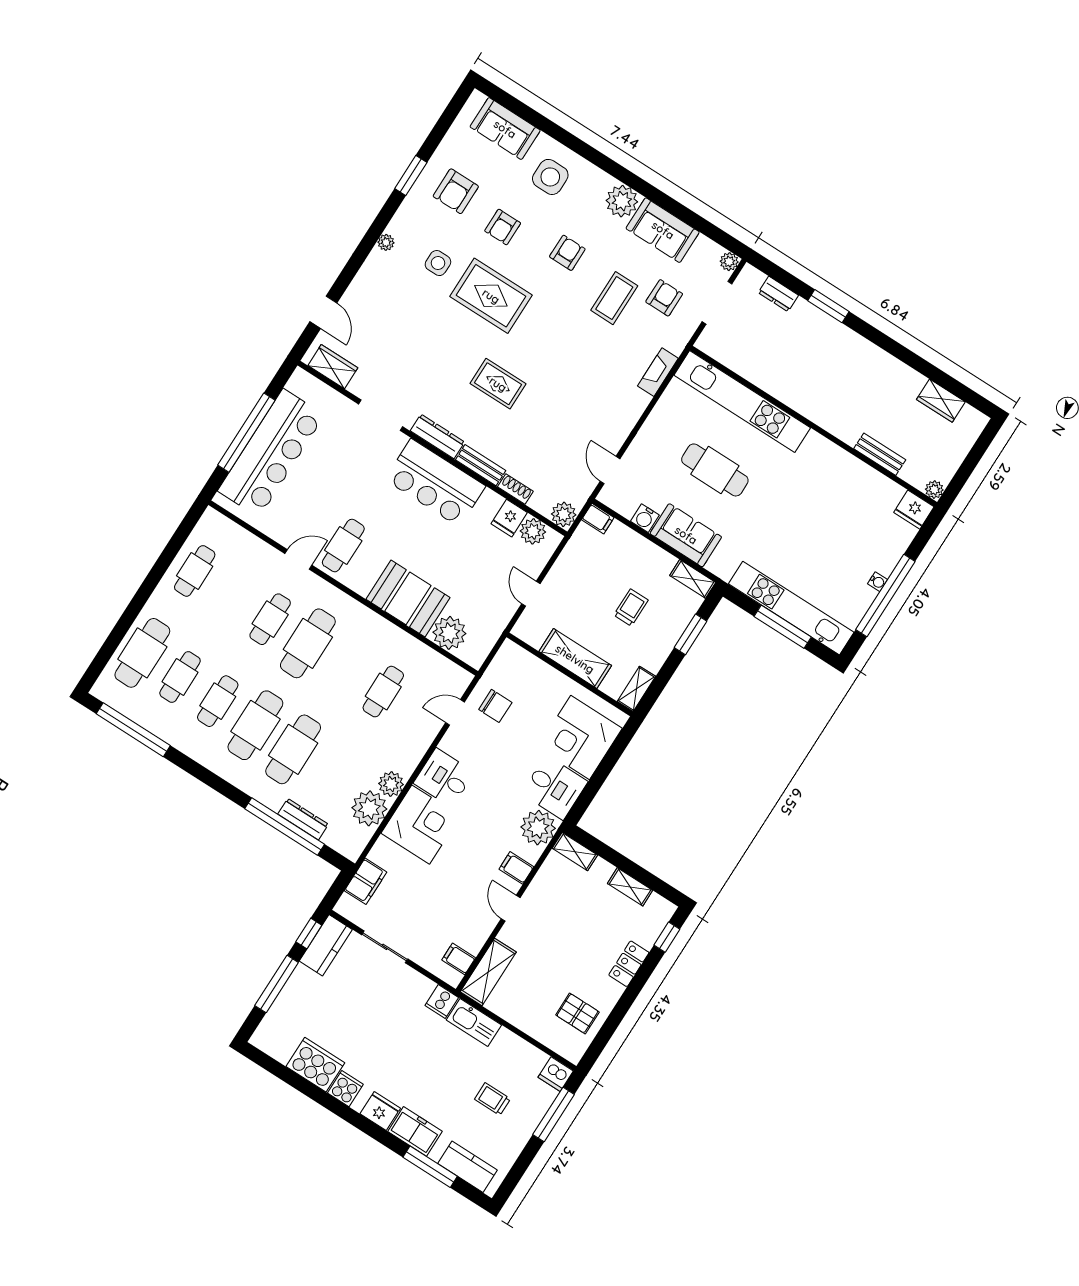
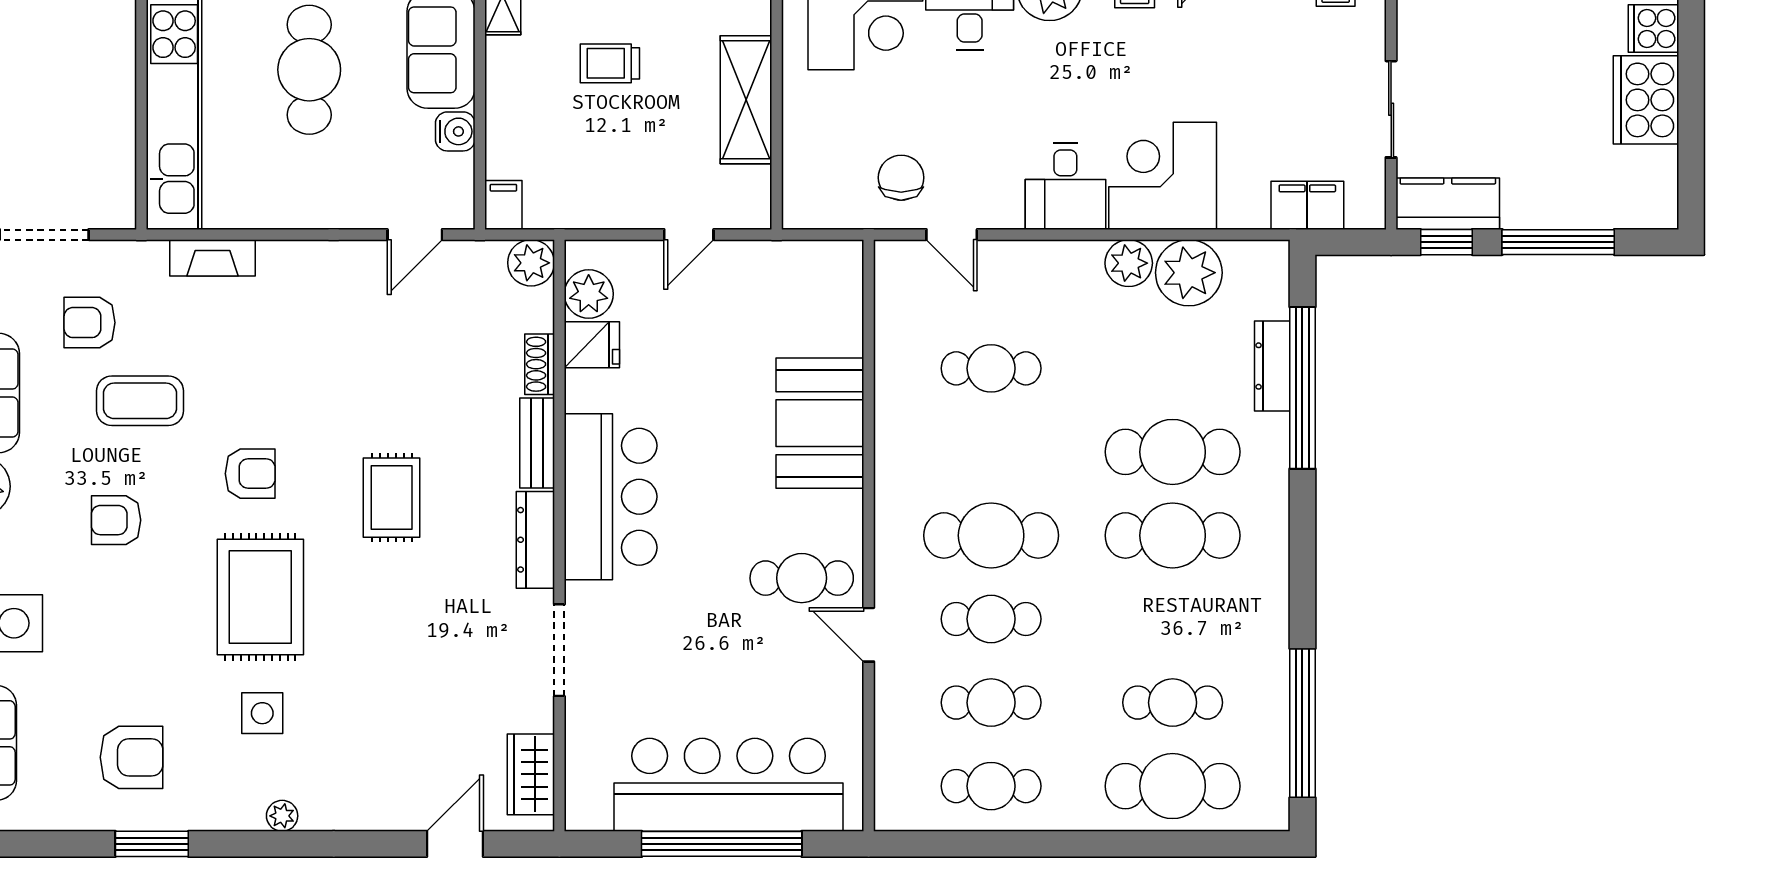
armchair: (503, 227) -> (250, 474), moved
plant: (449, 633) -> (832, 323), removed
cafe table: (218, 701) -> (991, 703), moved

